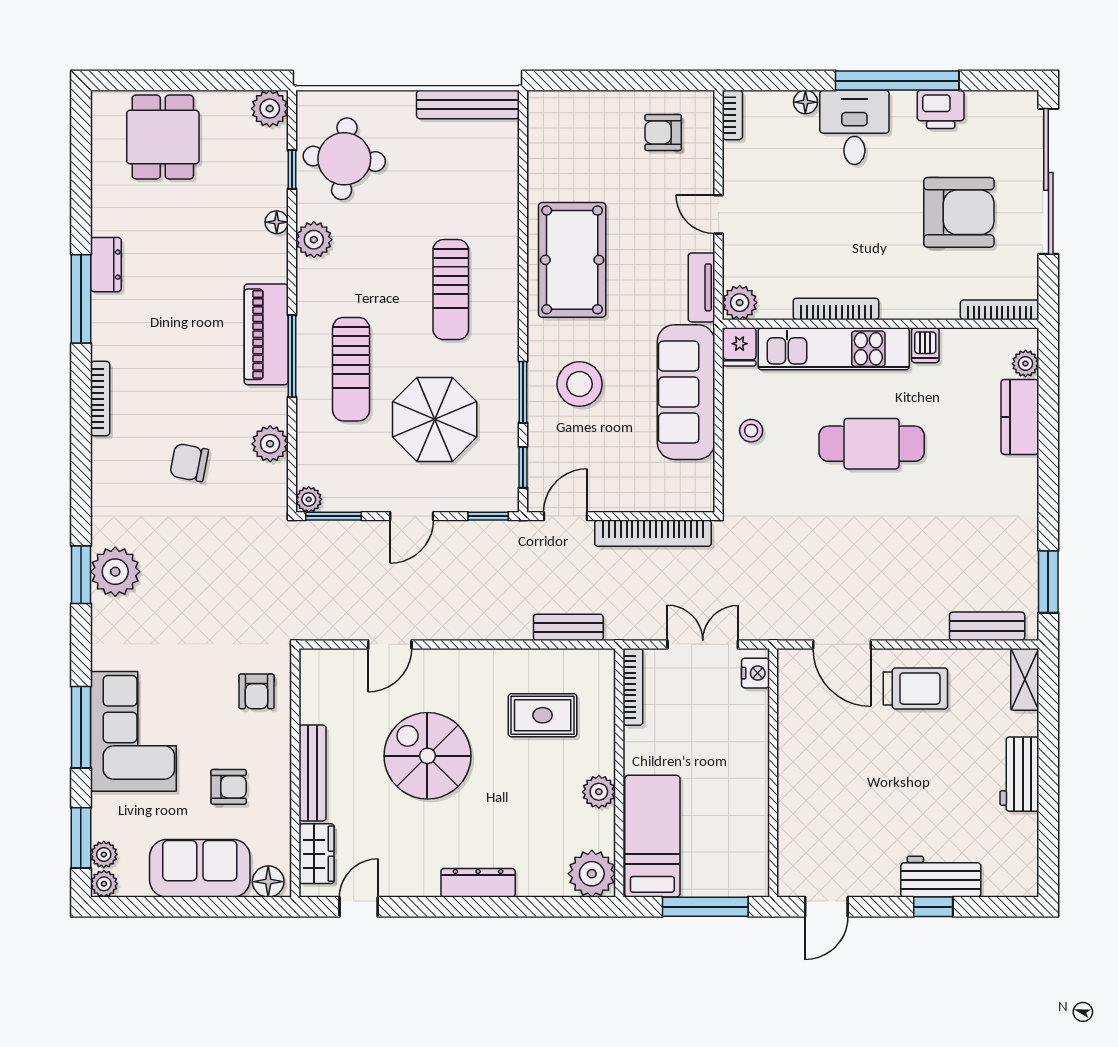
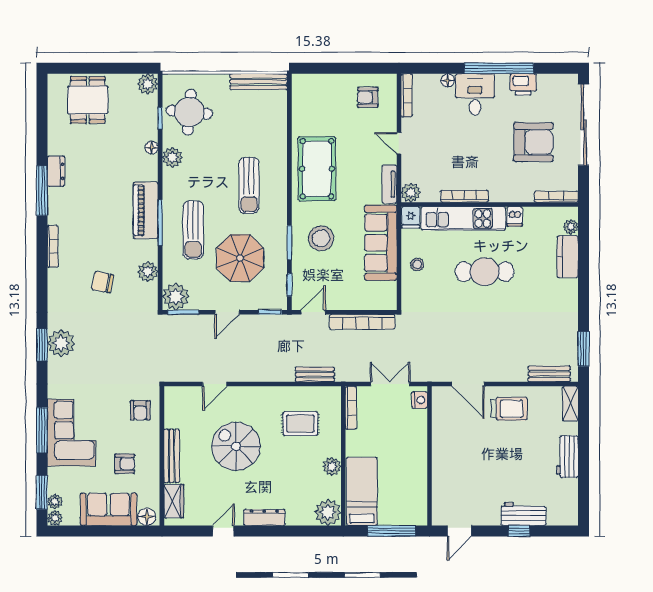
bookcase: (732, 115) -> (407, 95), width x1.56
plant: (309, 499) -> (176, 297), width x1.88, depth x1.88
door: (359, 907) -> (223, 531), moved

